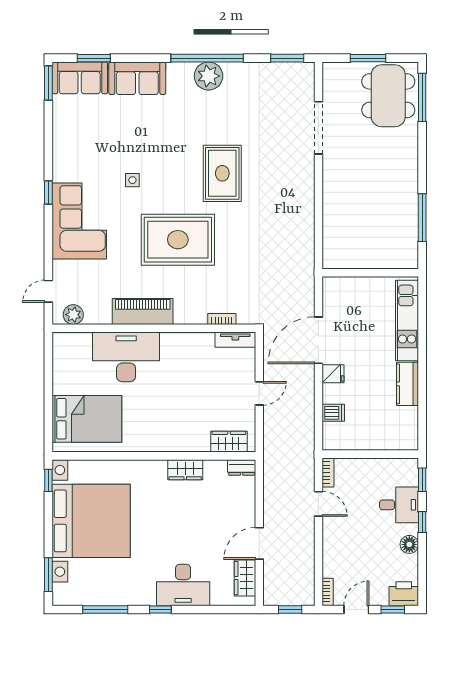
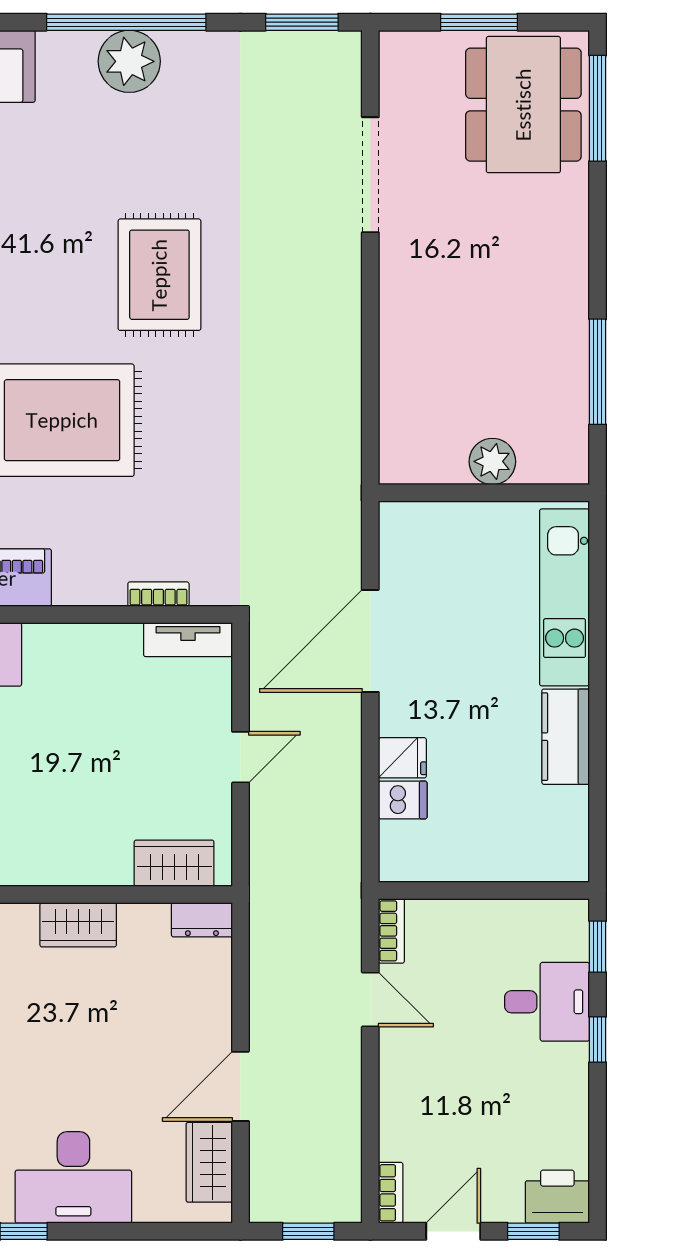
plant: (374, 258) -> (492, 461), added
fridge: (333, 374) -> (402, 758), moved
floor lamp: (409, 544) -> (570, 1089), removed

